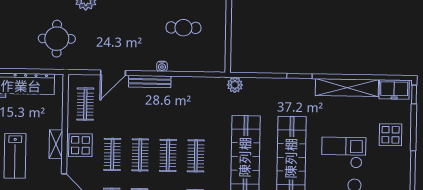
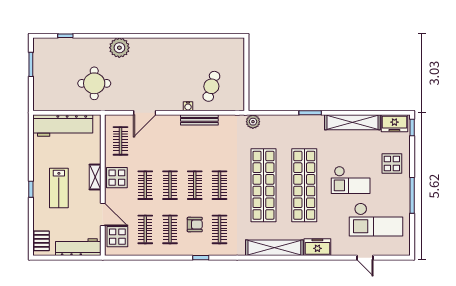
cafe table: (183, 28) -> (211, 86), moved, turned -73
bench: (150, 81) -> (199, 120), moved
checkout: (344, 152) -> (351, 180), turned 180

